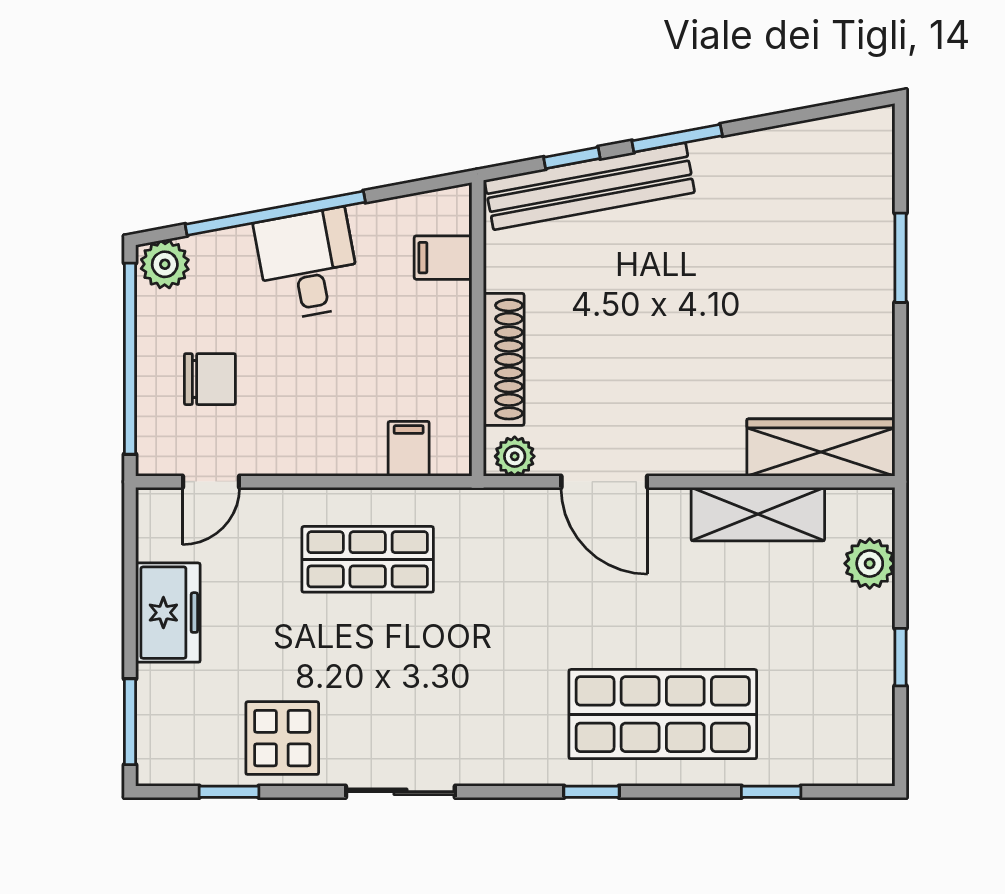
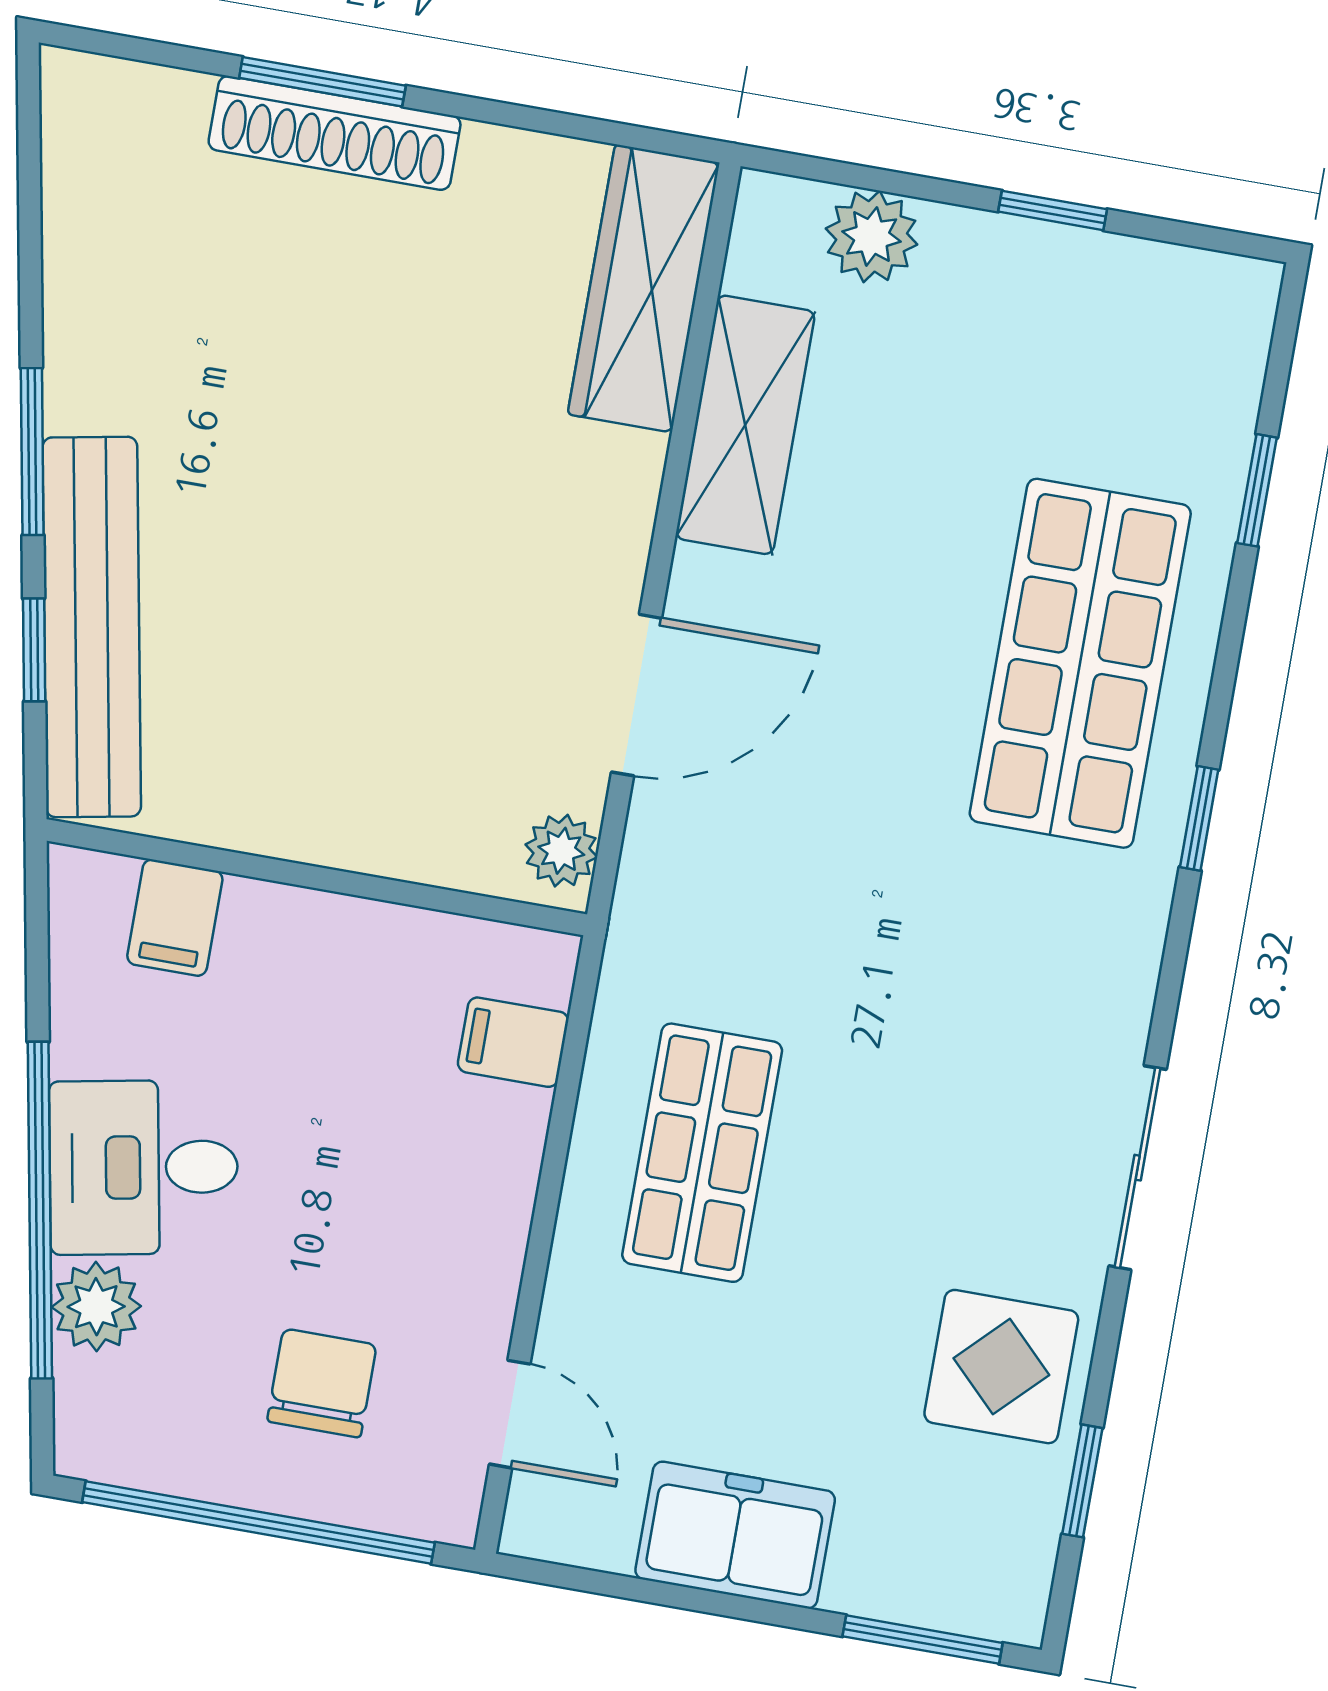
plant: (165, 264) -> (96, 1307), moved
shoe rack: (504, 359) -> (335, 133), moved, turned 180

